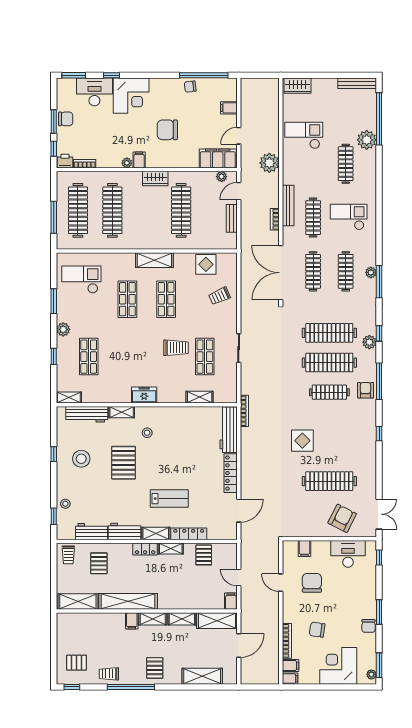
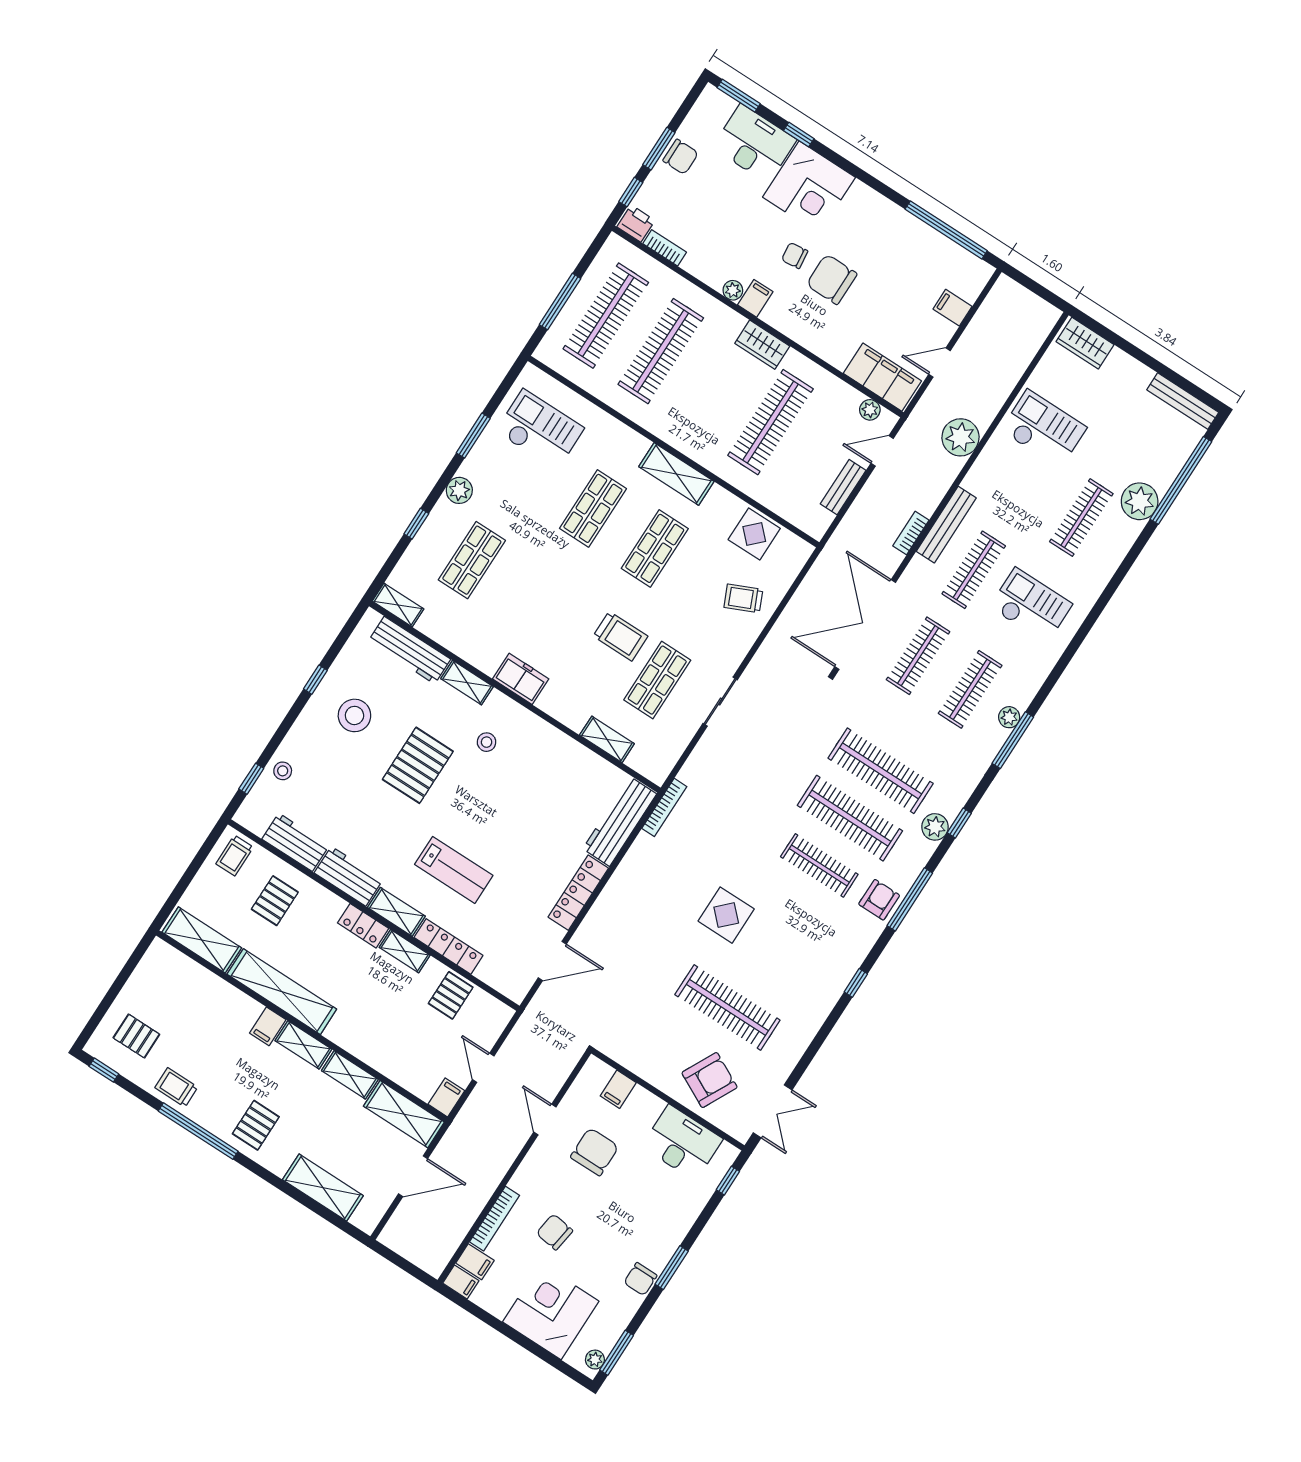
chair: (190, 87) -> (795, 255), moved

